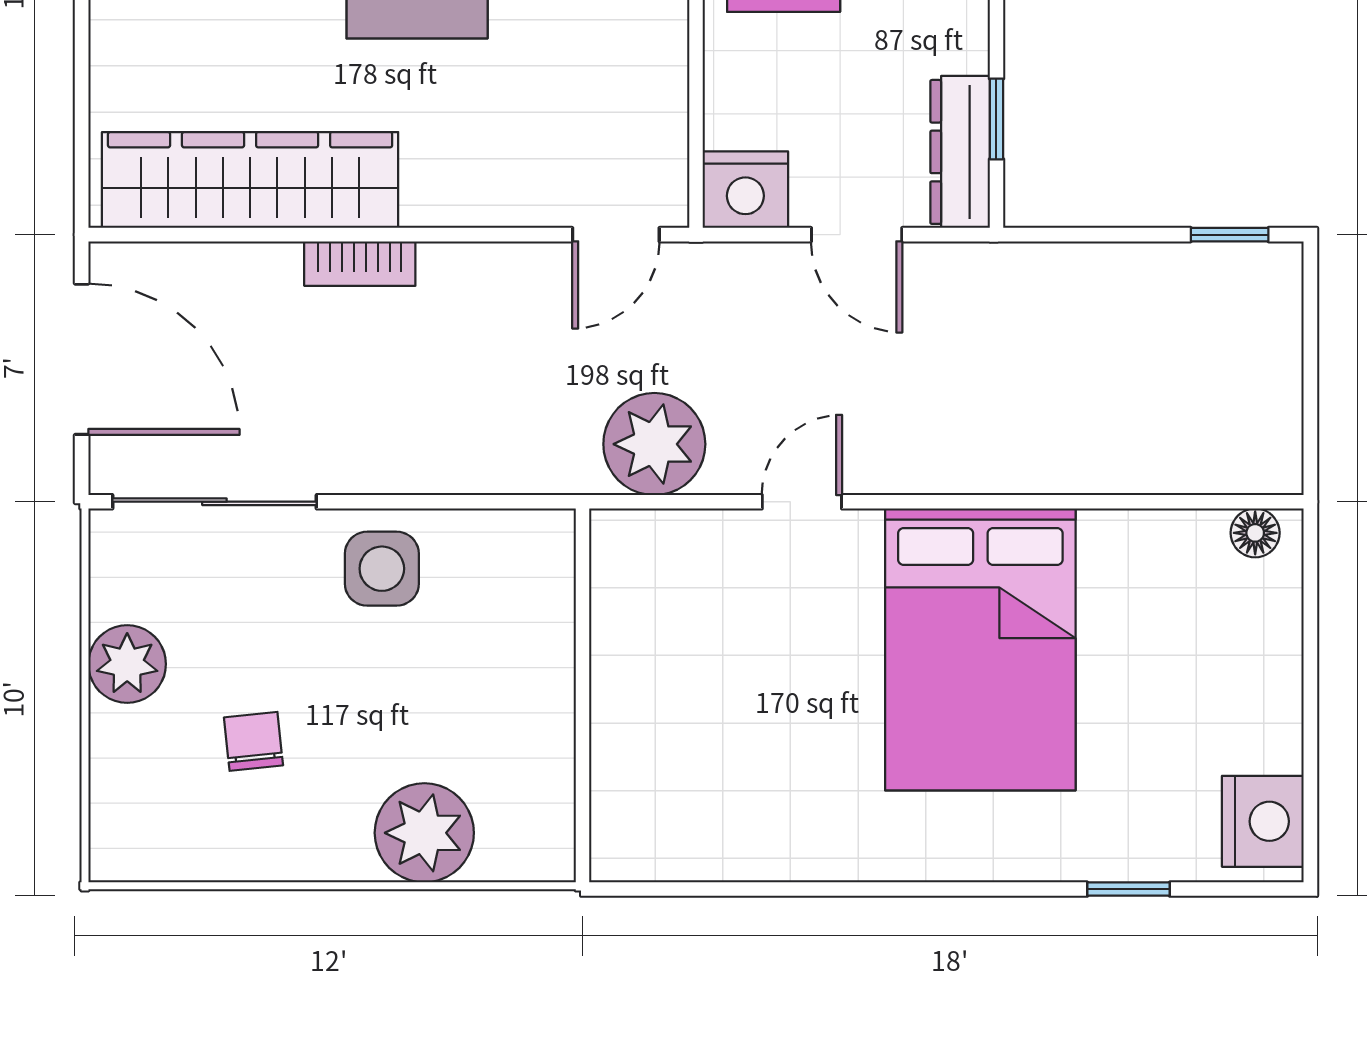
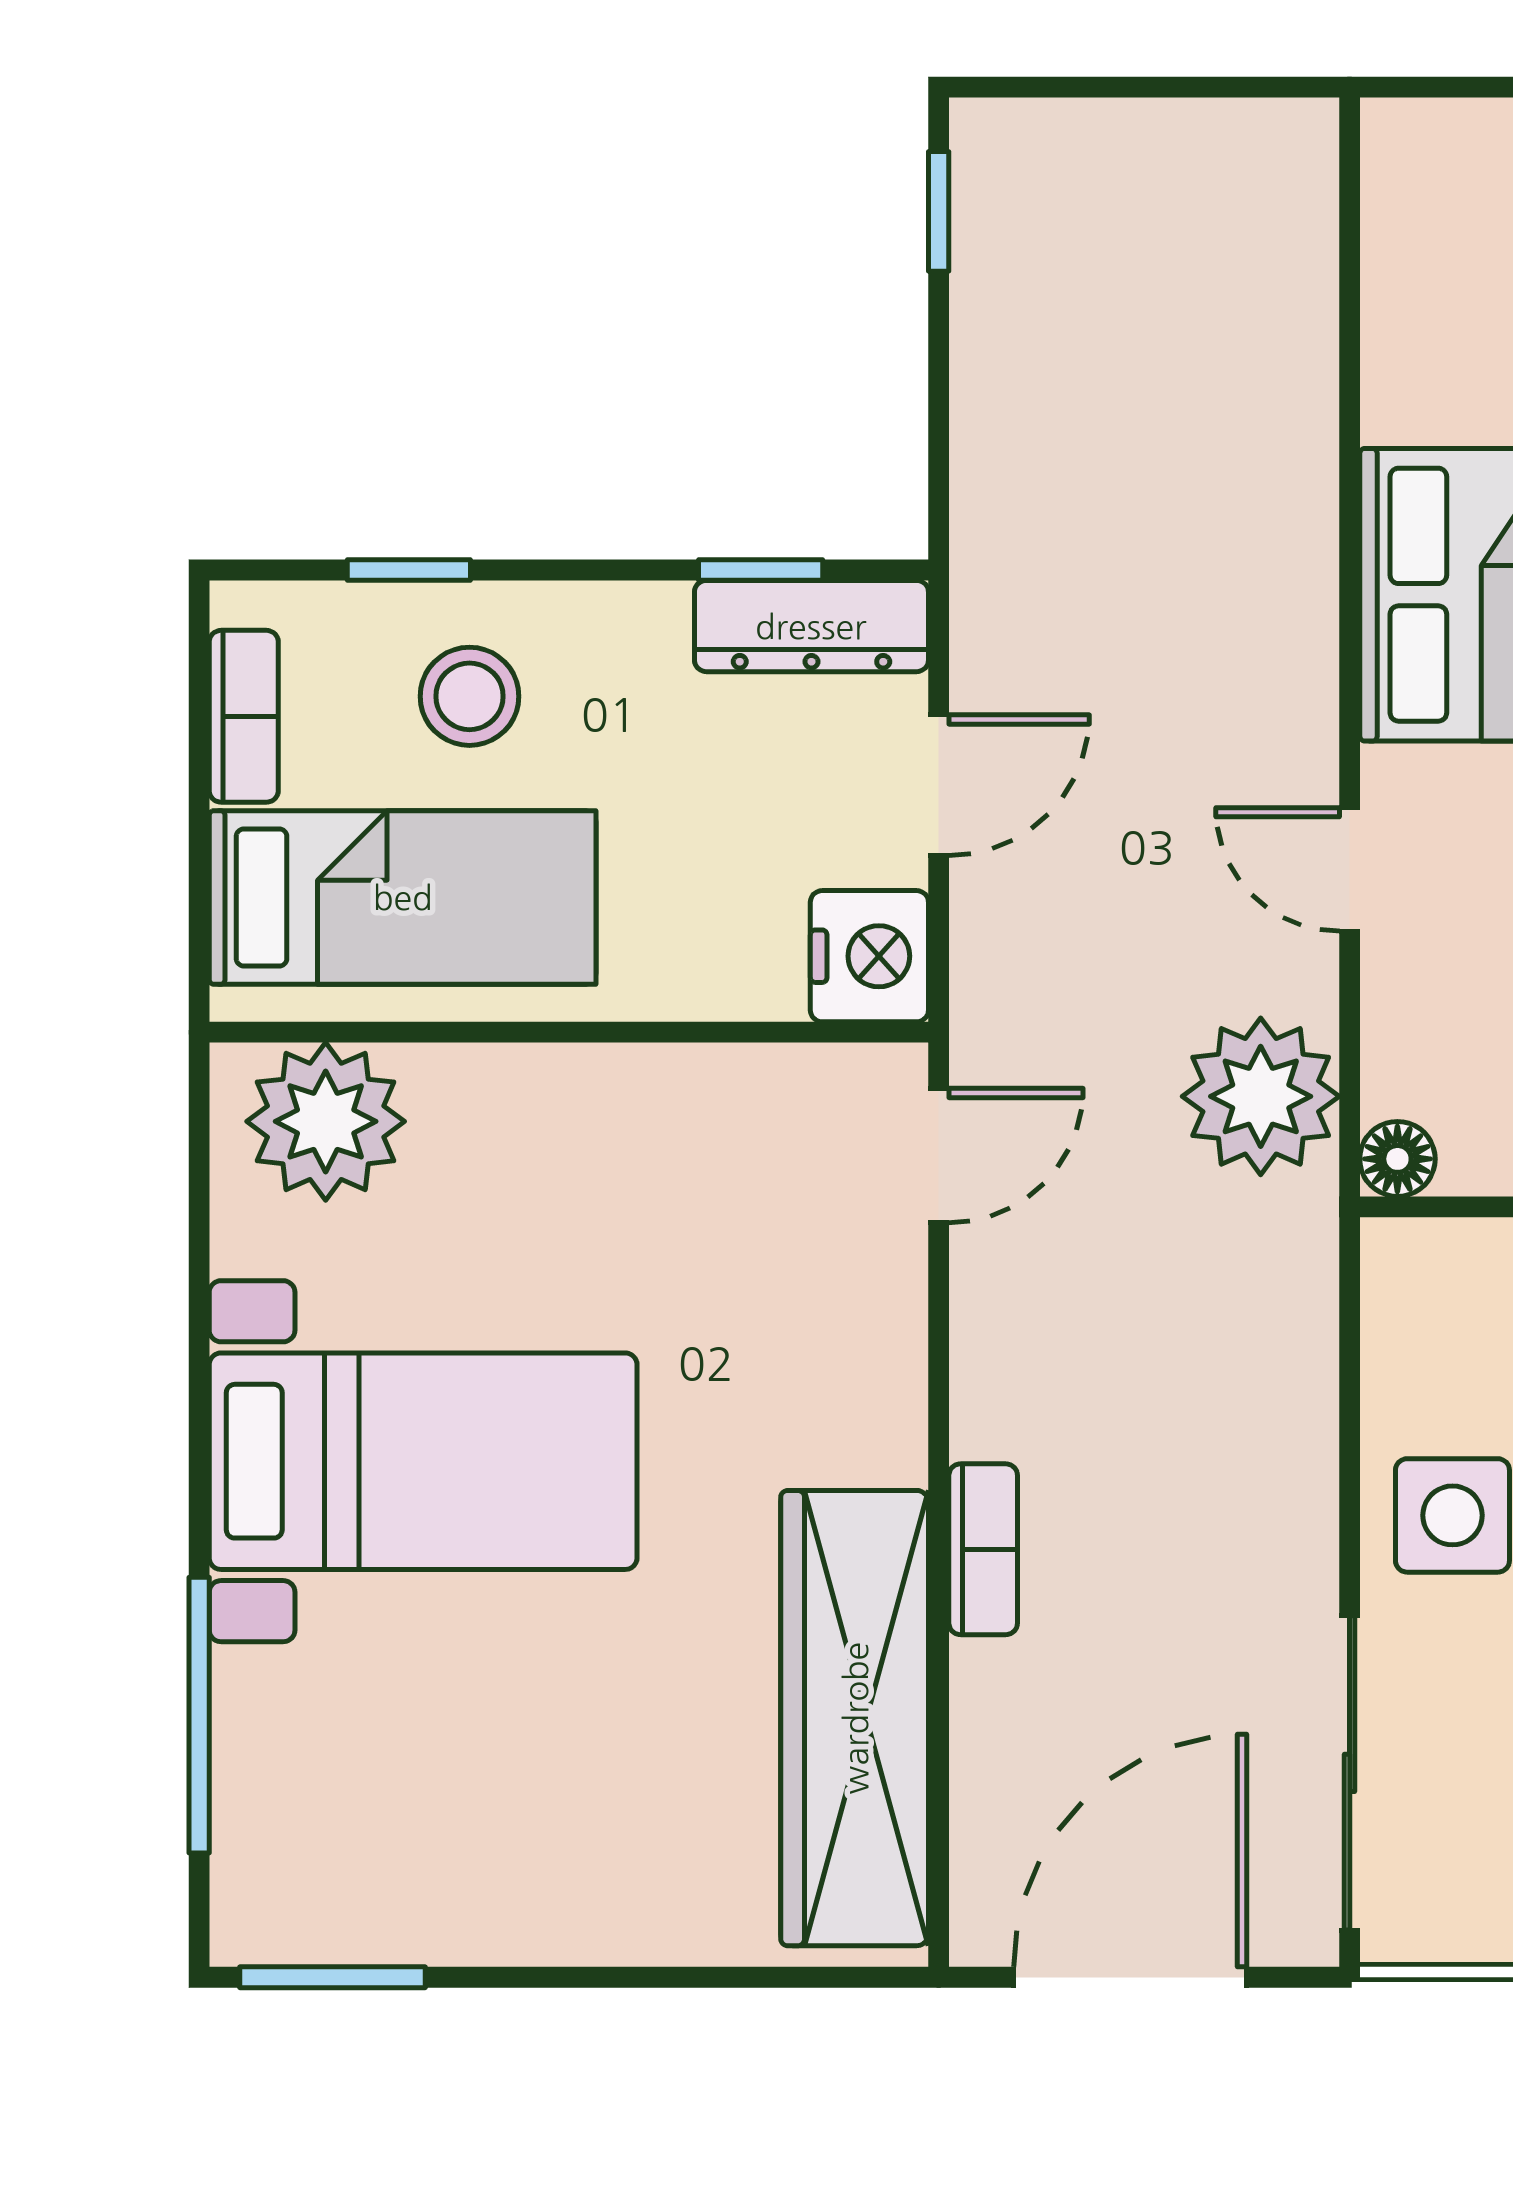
door: (616, 235) -> (939, 1155), hinge flipped
floor lamp: (1255, 533) -> (1397, 1159), moved

